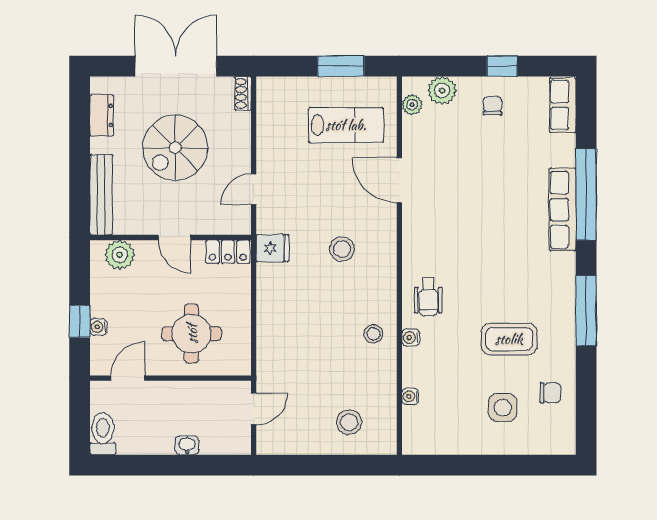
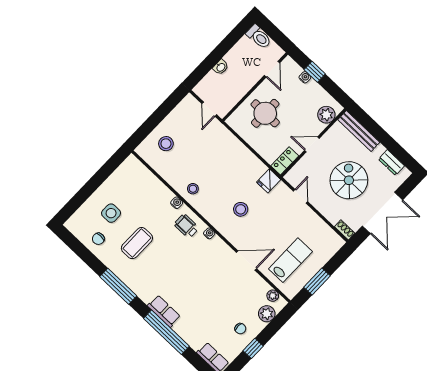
lab bench: (346, 125) -> (290, 260), turned 180
row of seats: (562, 210) -> (164, 311), width x0.68
water cooler: (410, 396) -> (209, 233), moved

